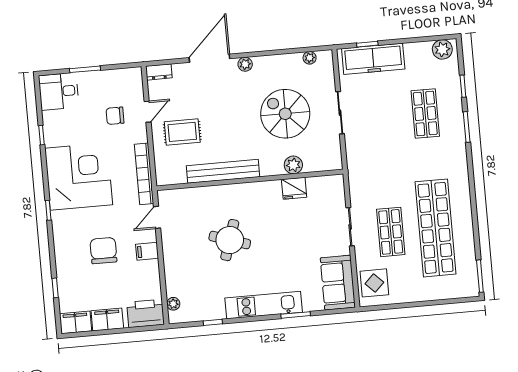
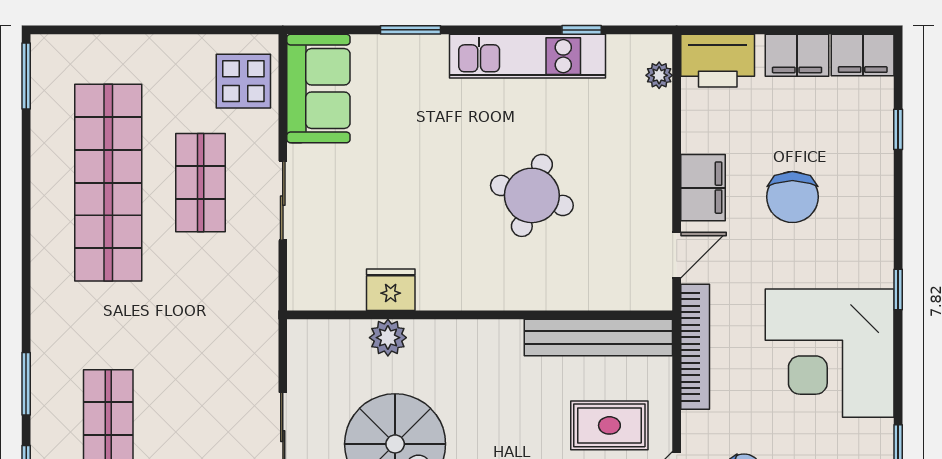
bench: (223, 171) -> (598, 337), moved
filing cabinet: (147, 251) -> (703, 188), width x2.00
kitchen unit: (264, 305) -> (527, 56), moved

